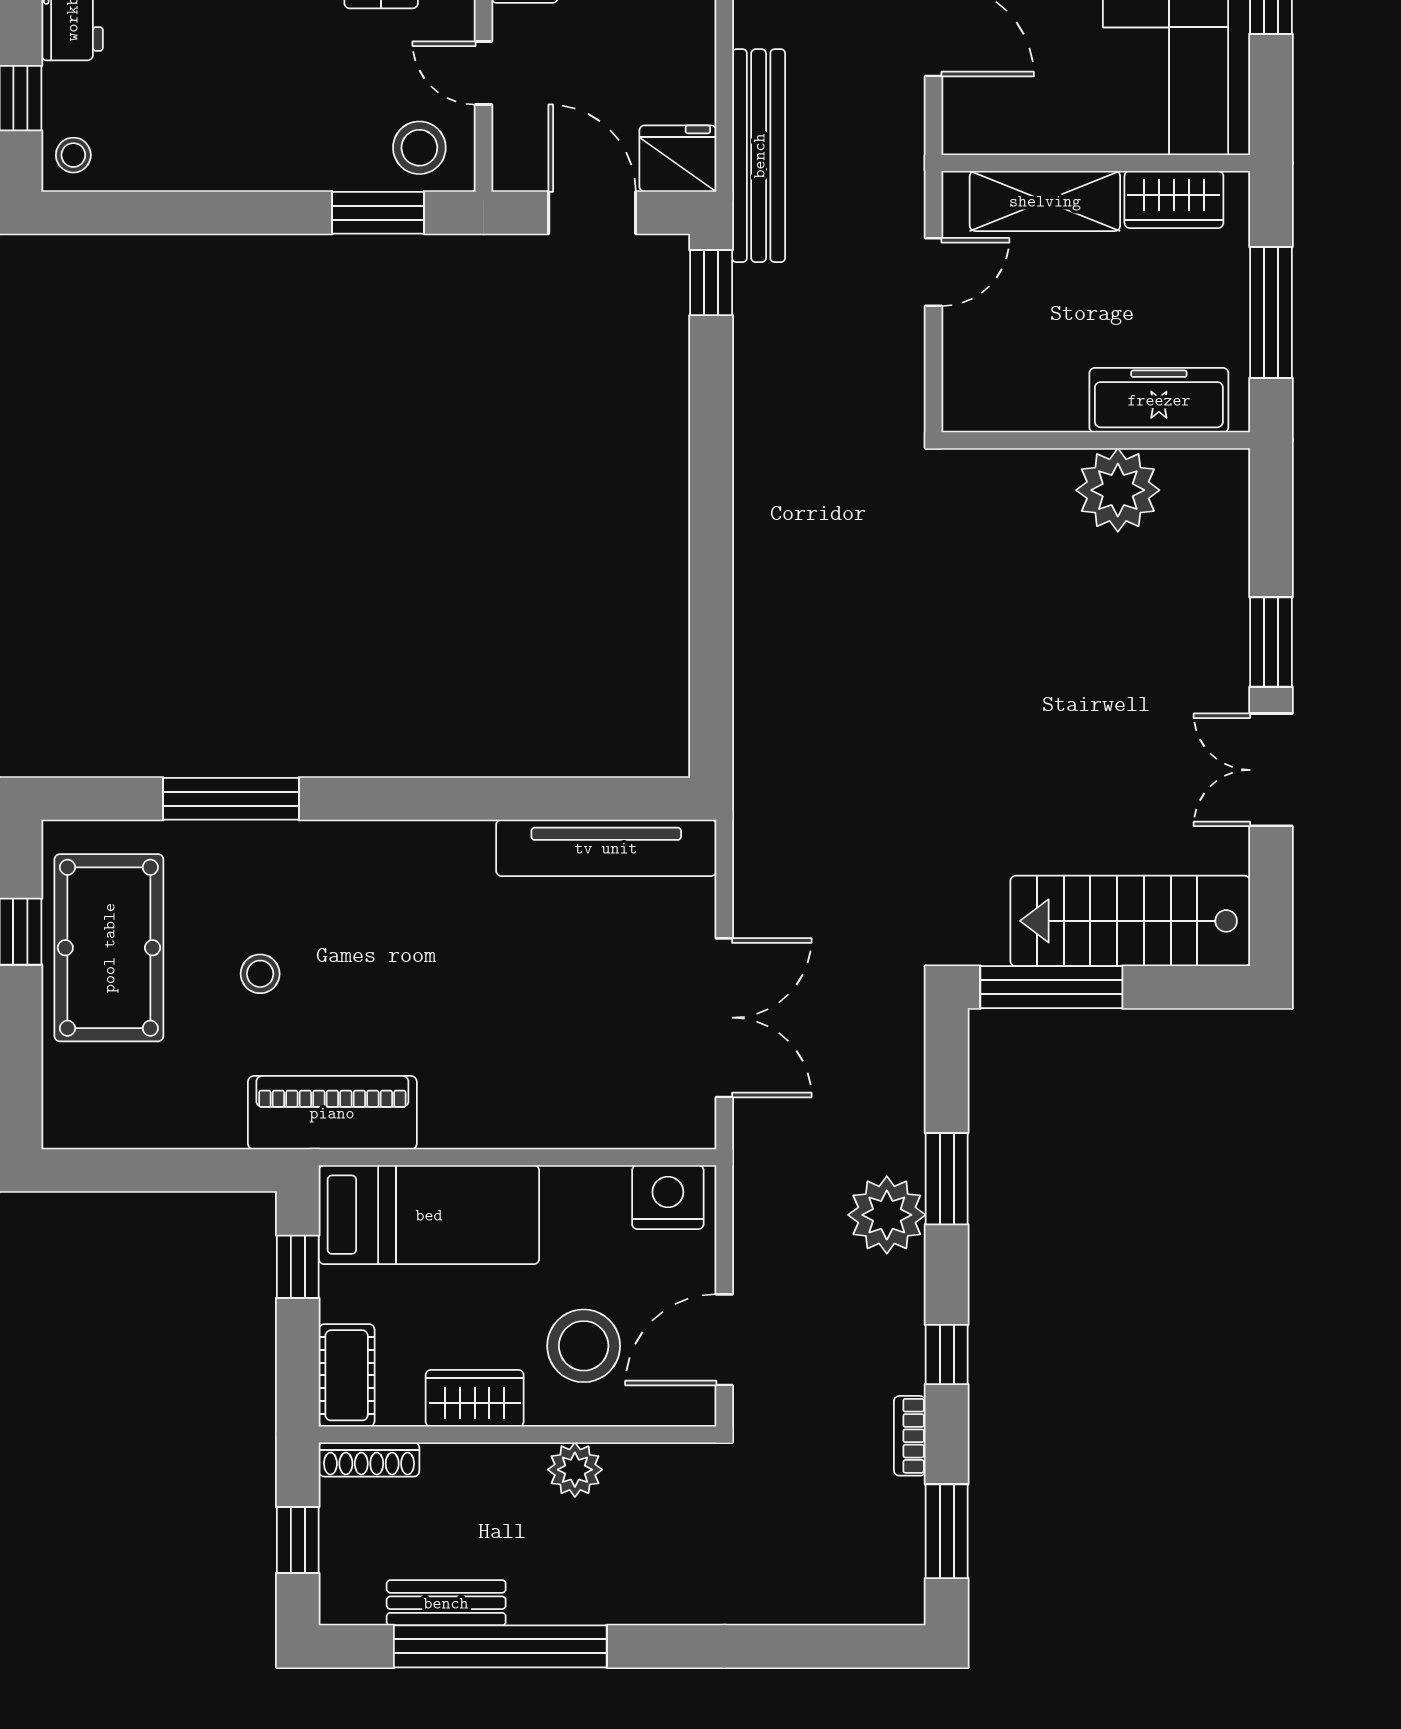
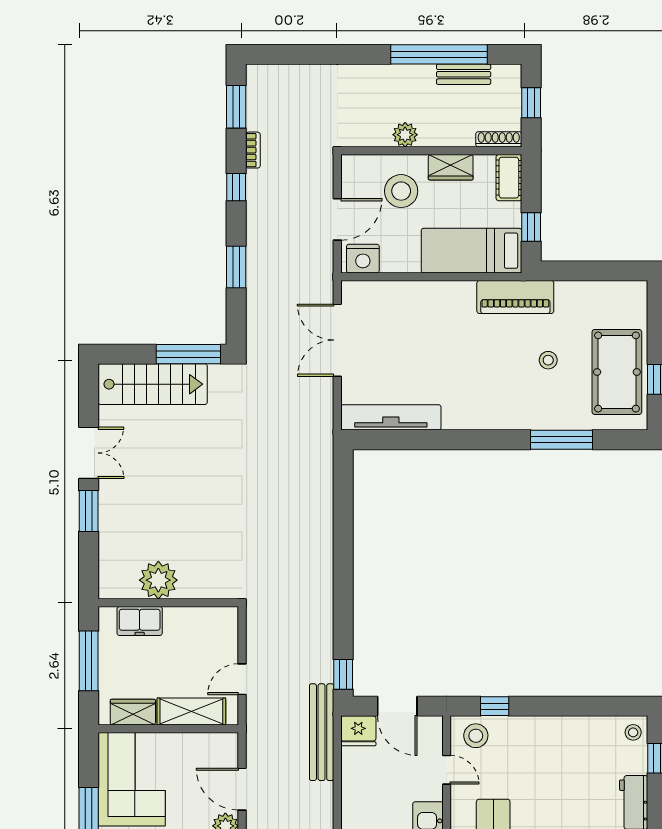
window: (378, 213) -> (495, 706), width x0.67
freezer: (1159, 400) -> (140, 621), width x0.71
plant: (887, 1215) -> (263, 251), removed
door: (724, 1340) -> (337, 219), moved

